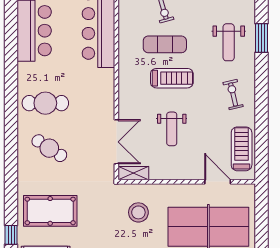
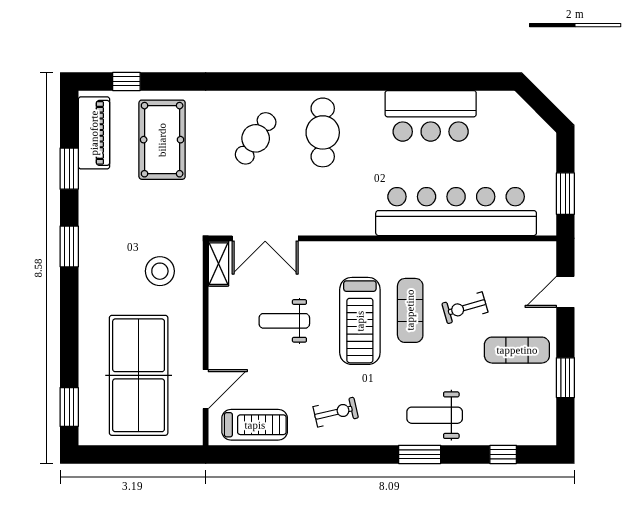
weight bench: (229, 42) -> (435, 415), moved
treadmill: (172, 78) -> (360, 321), width x1.37, depth x1.38

